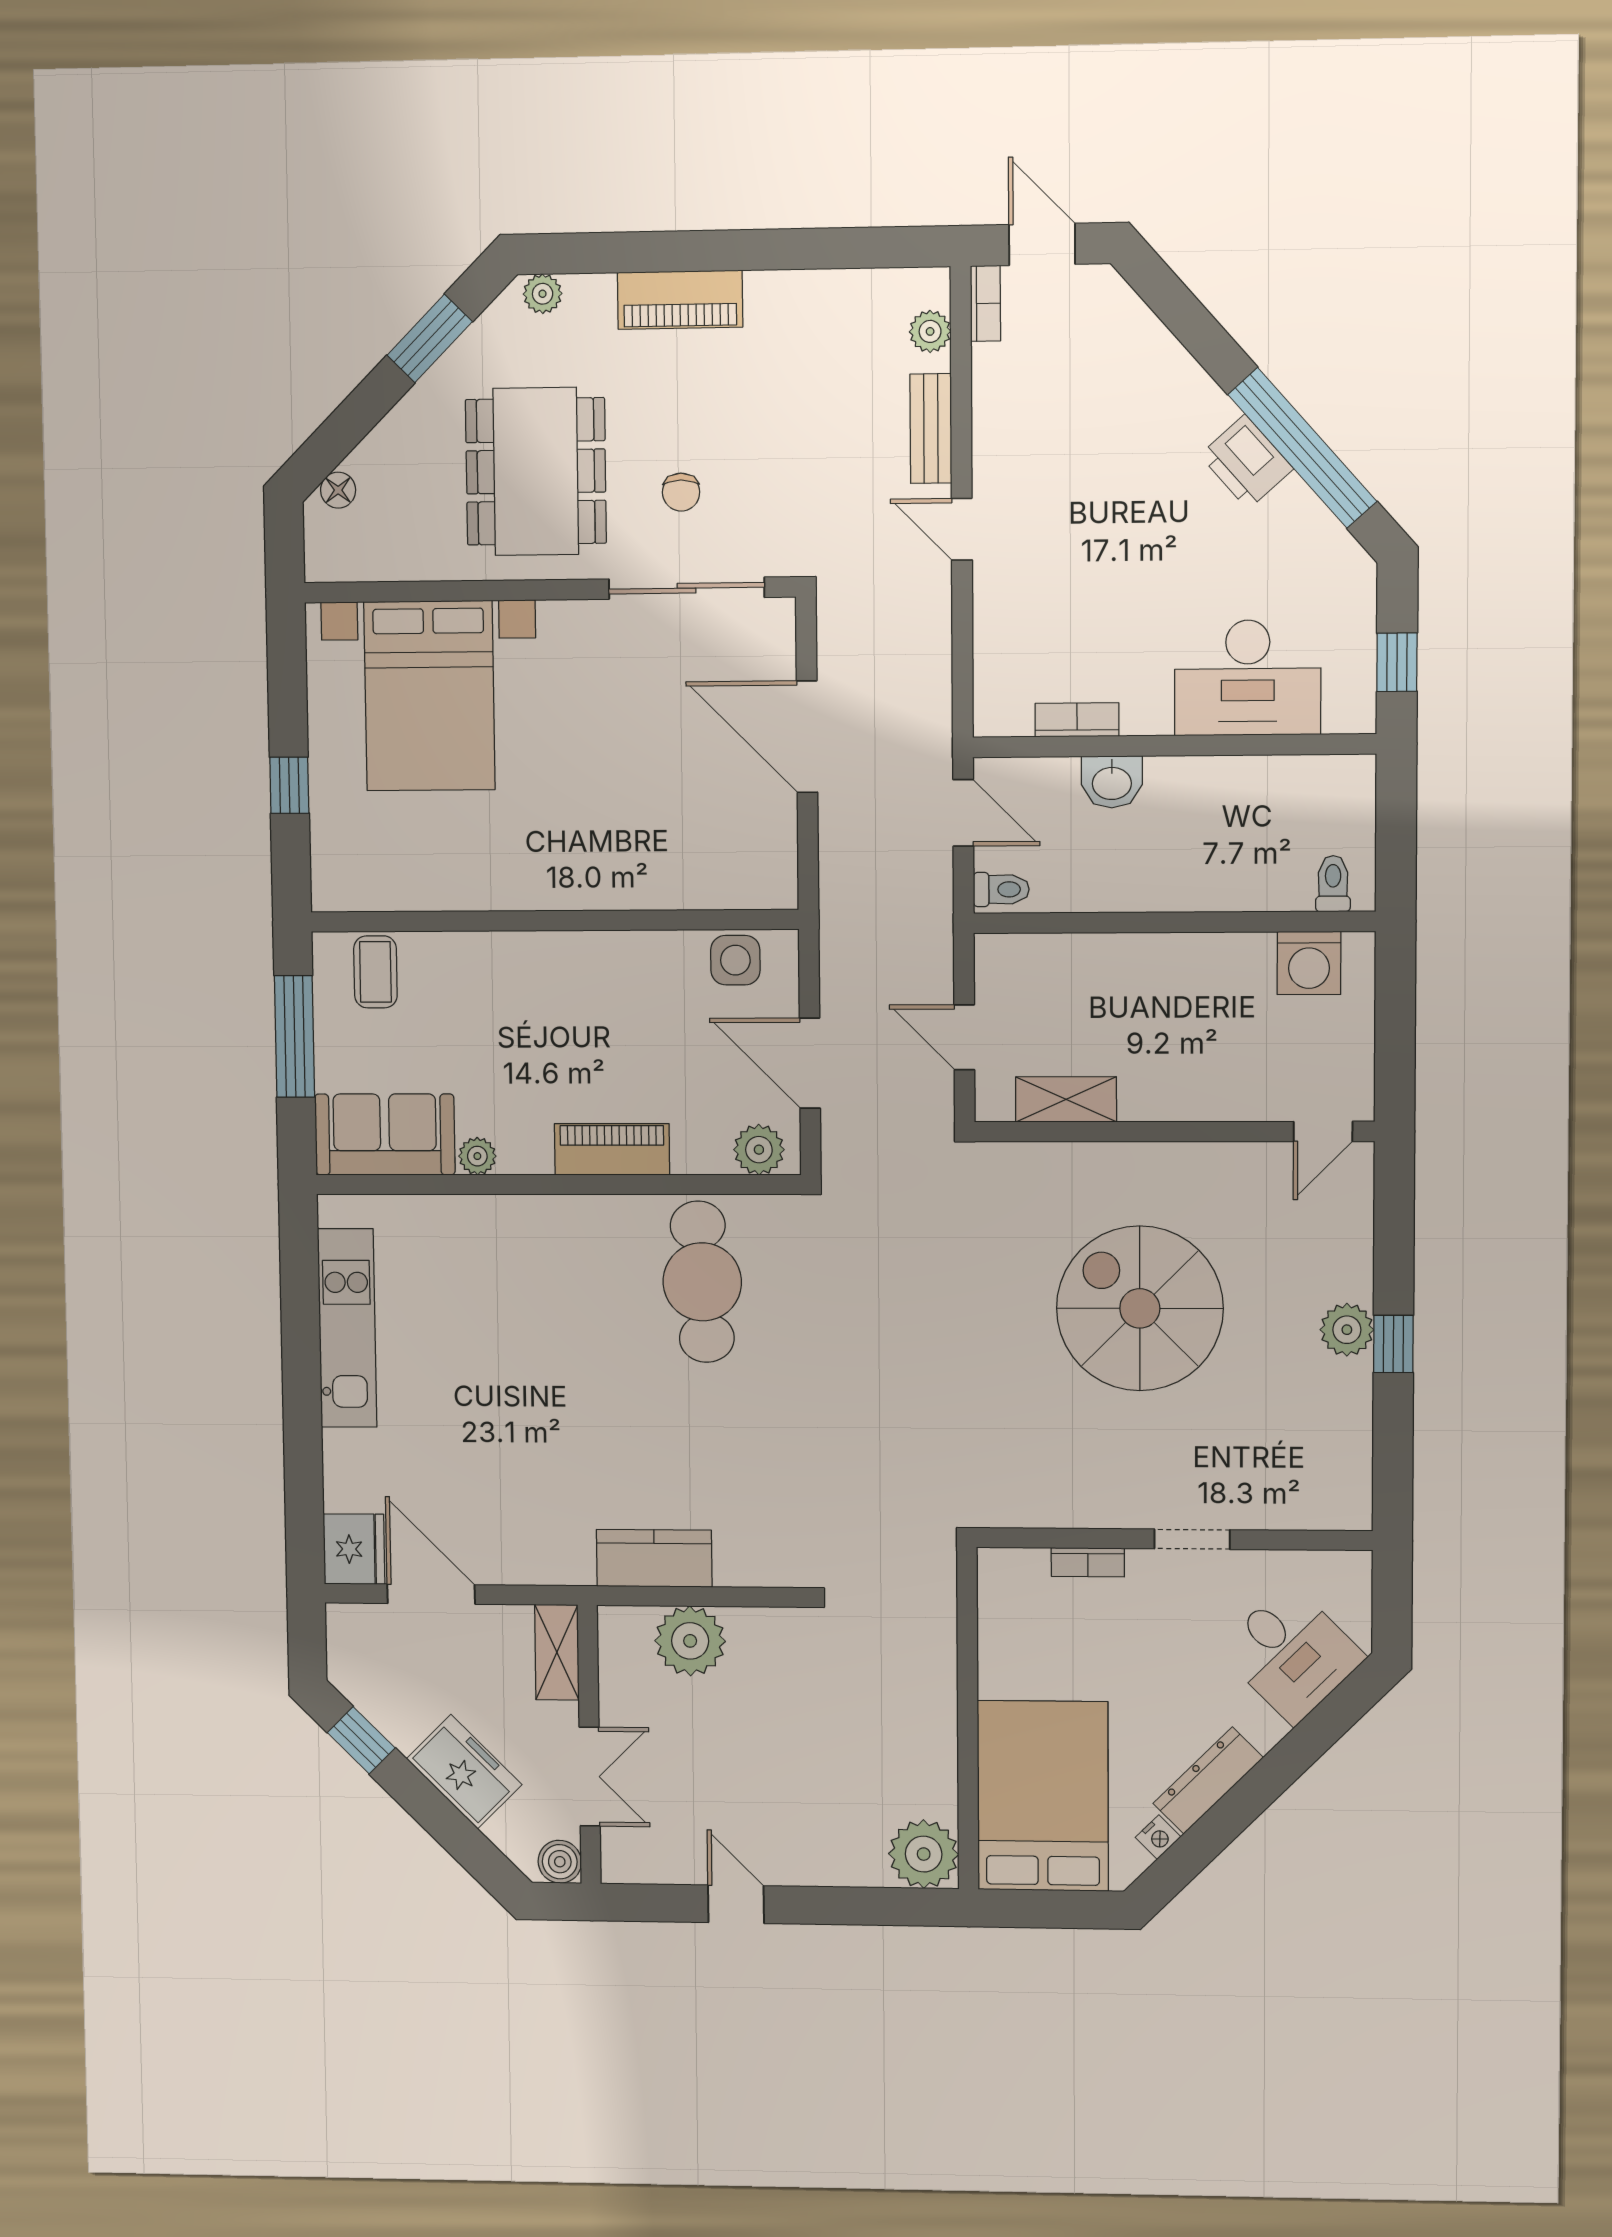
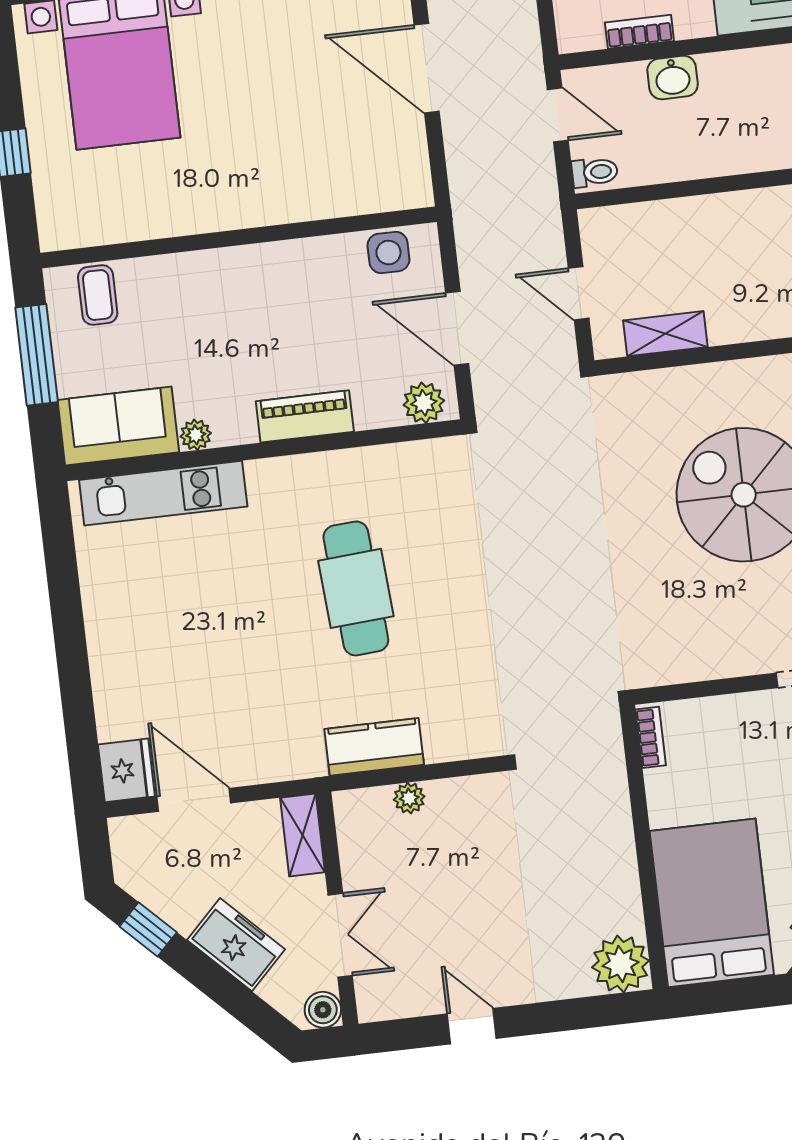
cafe table: (702, 1282) -> (356, 588), moved
kitchen unit: (347, 1328) -> (163, 493), moved, turned 90
bookcase: (1088, 1562) -> (651, 737), moved, turned -90
plant: (690, 1641) -> (409, 798), width x0.53, depth x0.53

